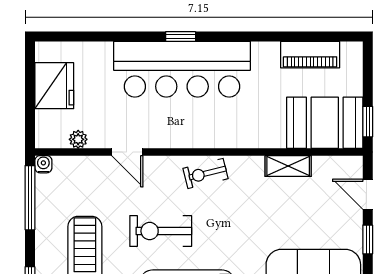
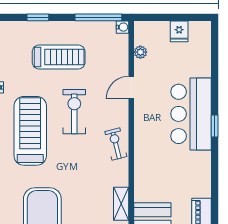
bar counter: (182, 69) -> (191, 114), width x0.73
fridge: (54, 86) -> (179, 31), width x0.53, depth x0.75

